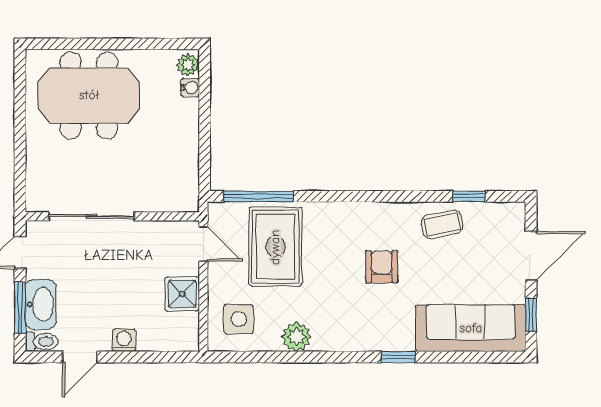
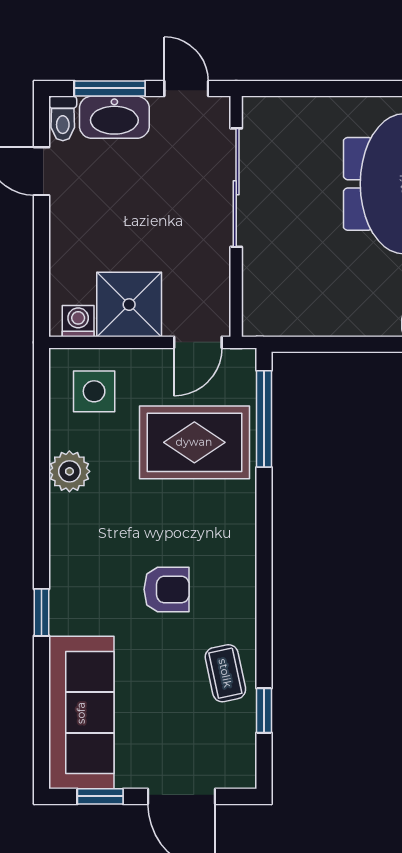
shower: (182, 294) -> (129, 305), width x1.36, depth x1.36
washing machine: (124, 340) -> (78, 321), moved, turned -90

